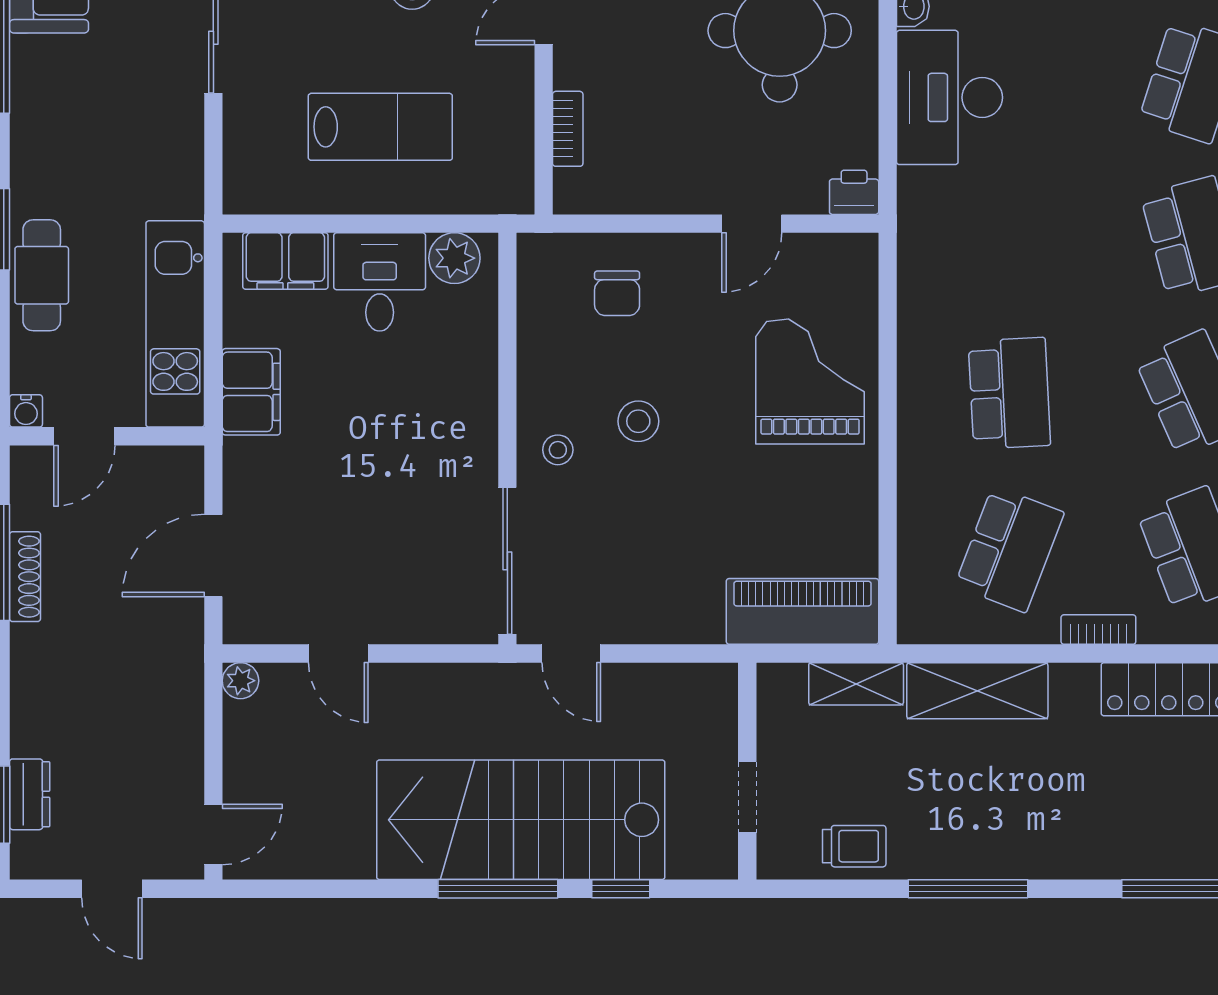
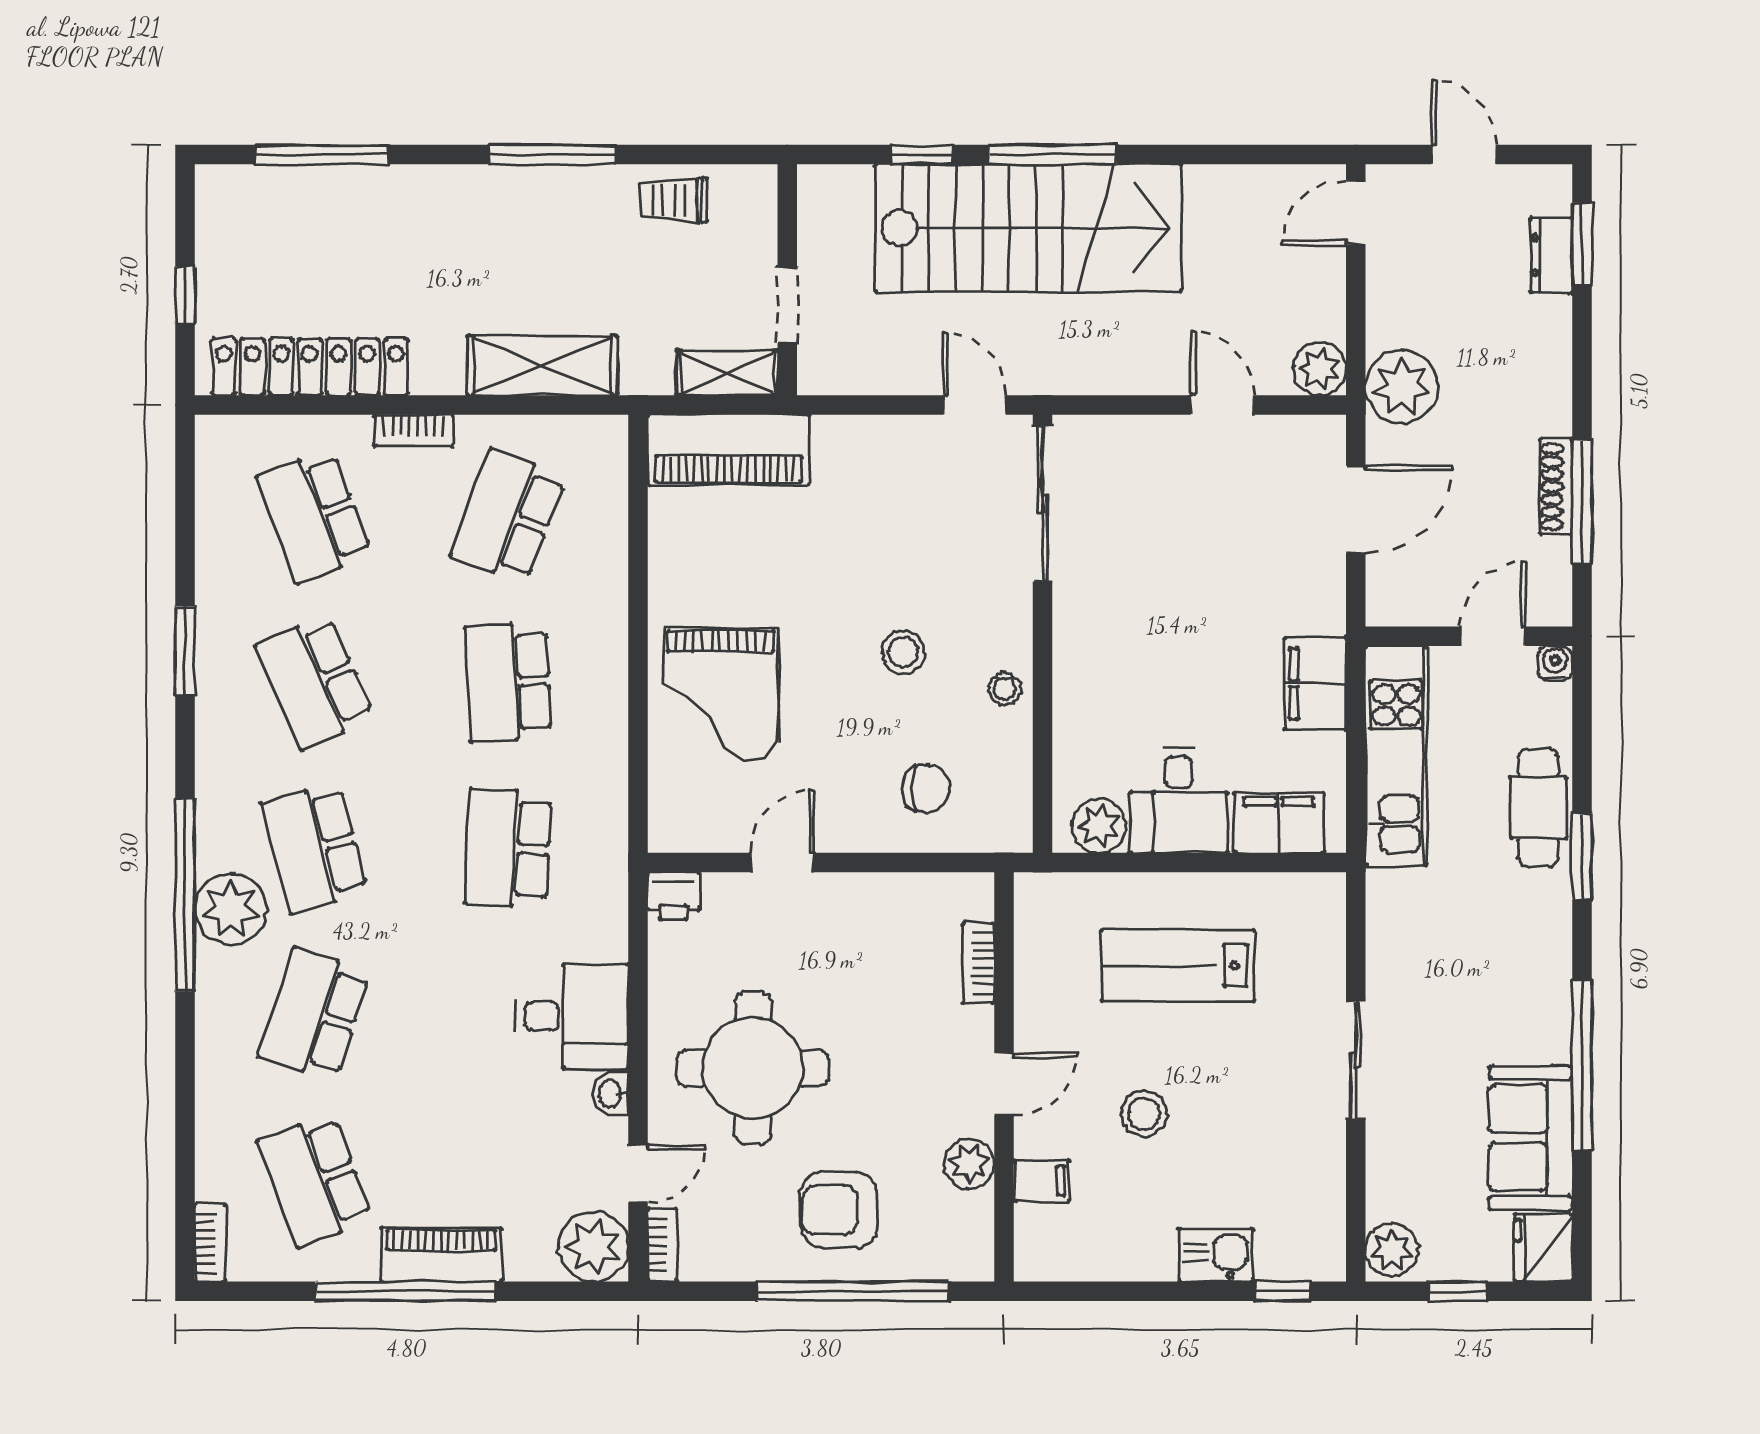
desk: (949, 97) -> (572, 1016), width x0.73
school desk: (1009, 237) -> (508, 848), added
chair: (617, 293) -> (926, 788), turned 90
stool: (558, 450) -> (1005, 689), moved
plant: (170, 670) -> (1402, 387), added
plant: (240, 681) -> (1320, 369), width x1.38, depth x1.38
shelving: (856, 684) -> (727, 373), moved
doorway: (747, 797) -> (787, 305), moved

